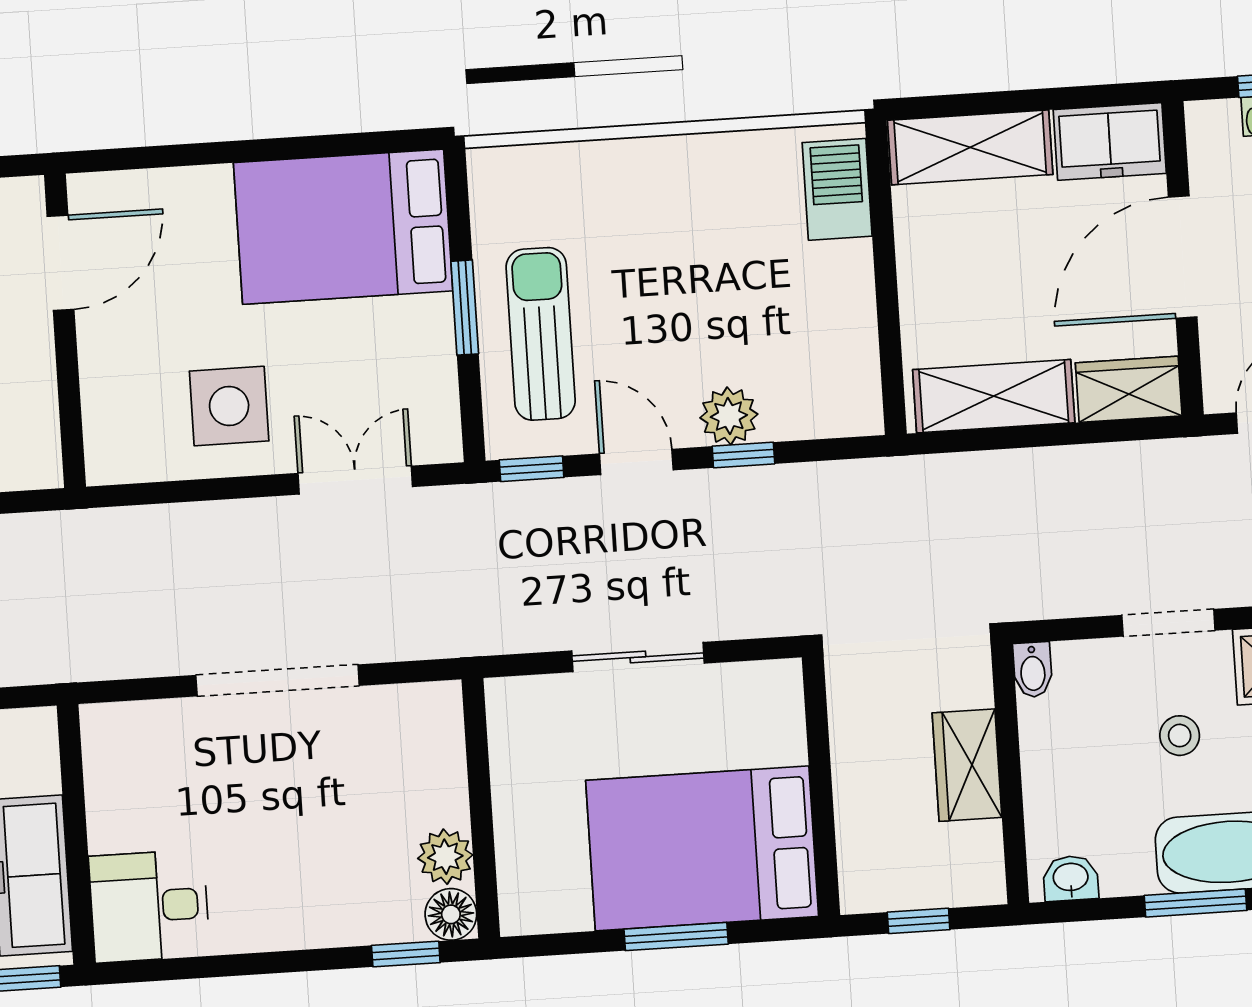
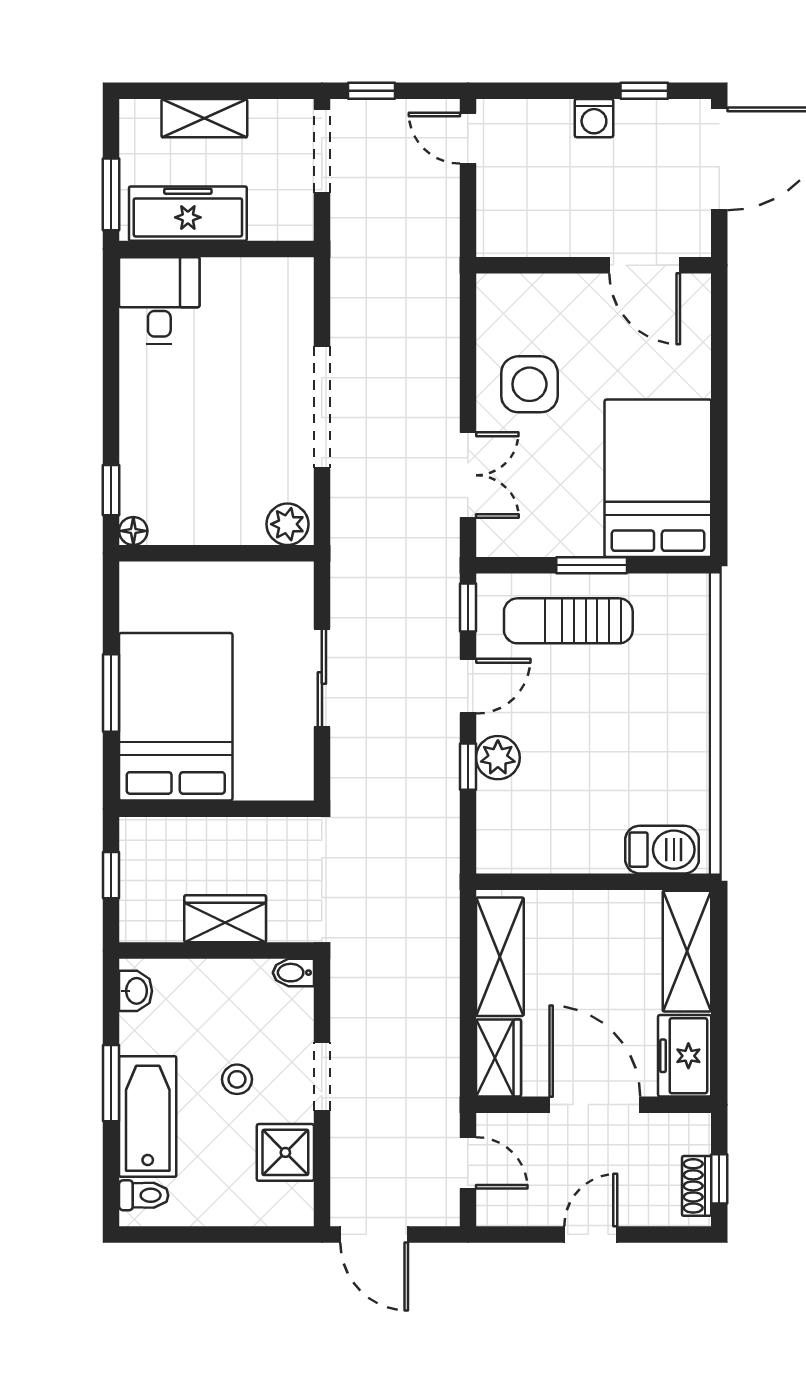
sun lounger: (541, 334) -> (568, 621), turned 180
plant: (445, 857) -> (287, 524), moved
floor lamp: (451, 914) -> (133, 531), width x0.73, depth x0.73

